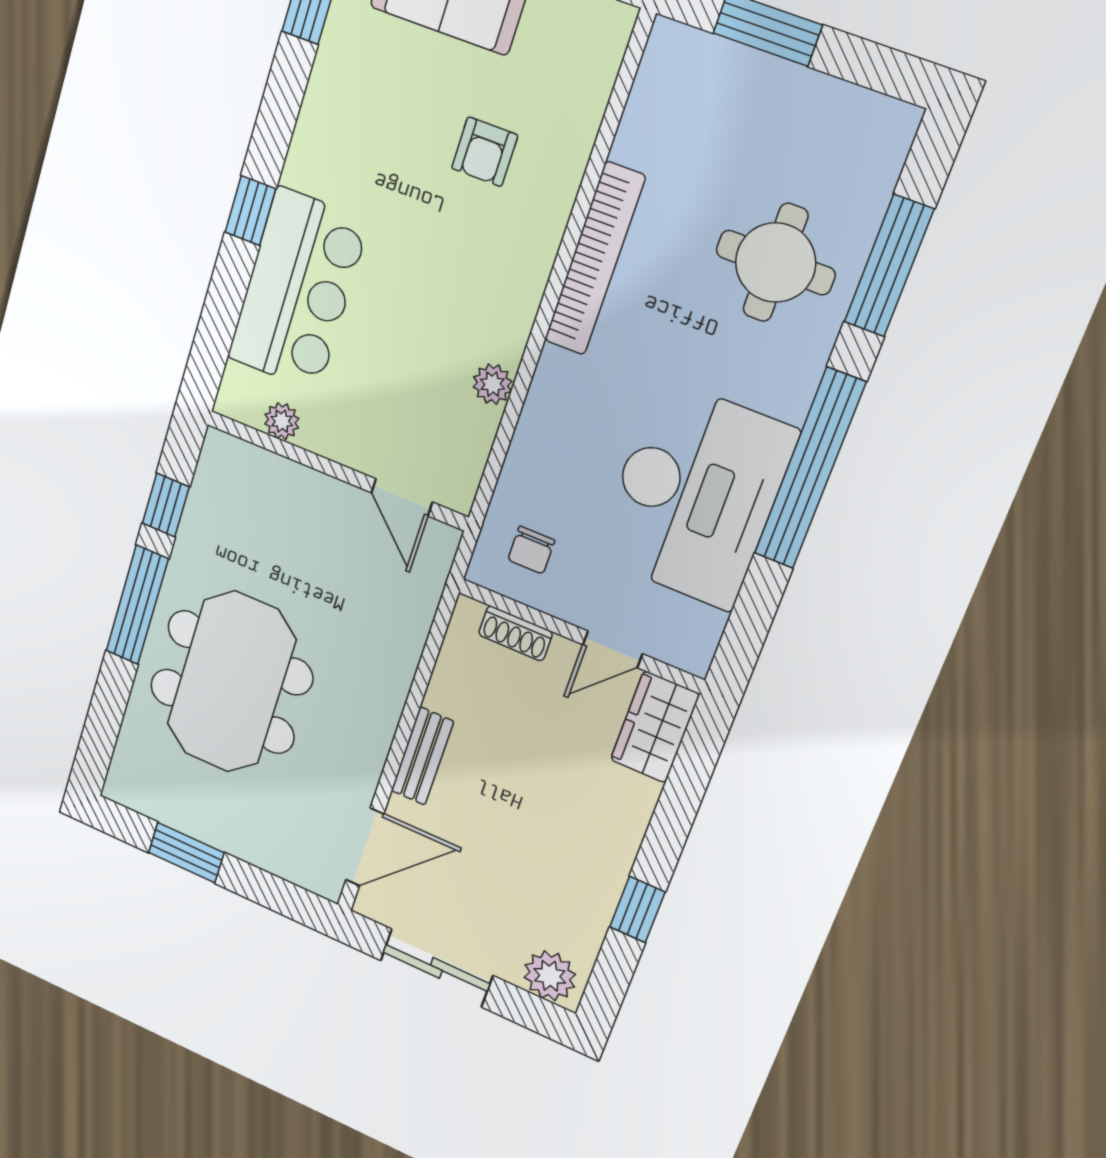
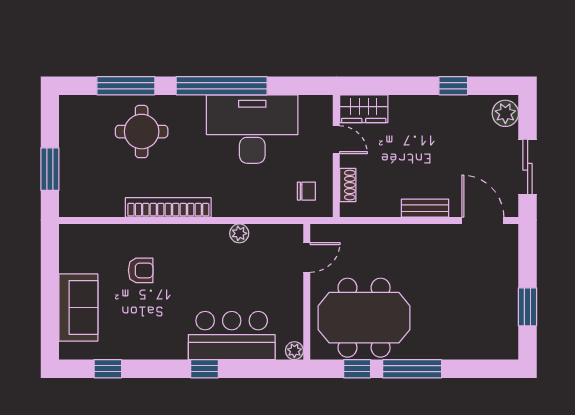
plant: (282, 421) -> (294, 351), moved
meeting table: (231, 682) -> (364, 318), moved

